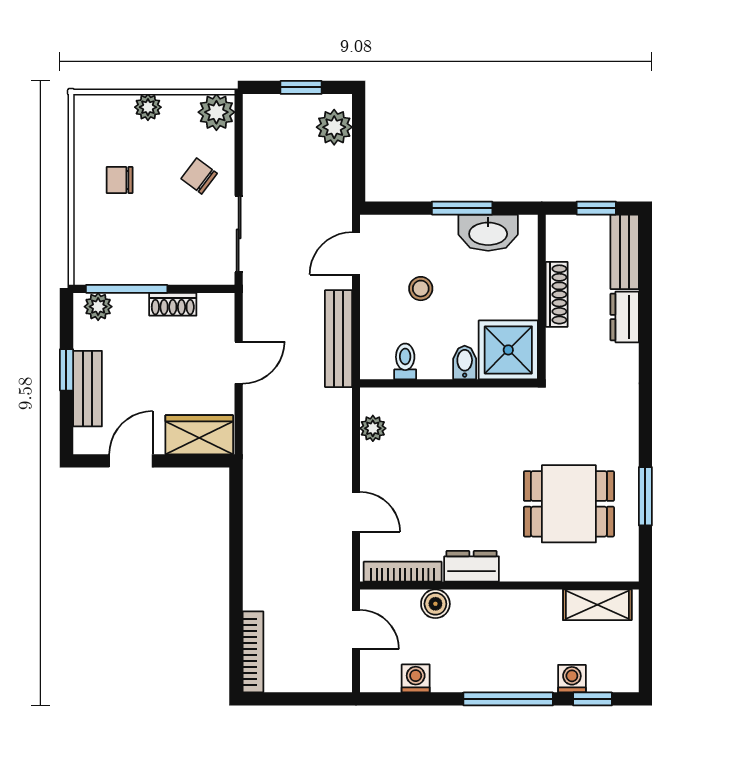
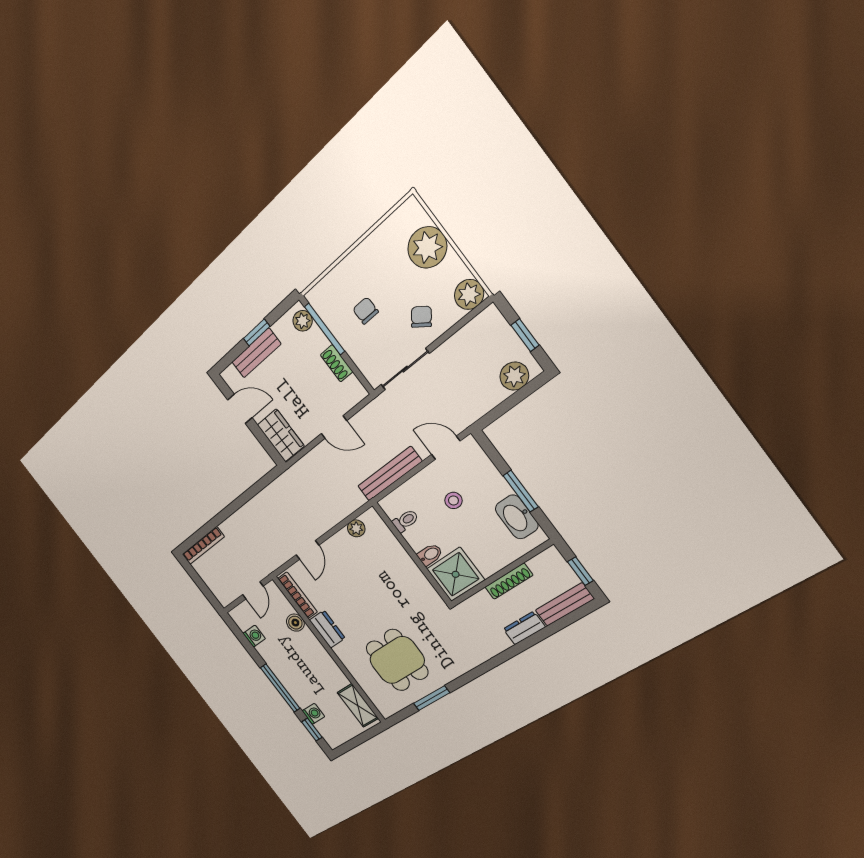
plant: (148, 107) -> (427, 247), width x1.88, depth x1.88
chair: (120, 180) -> (366, 311), moved

